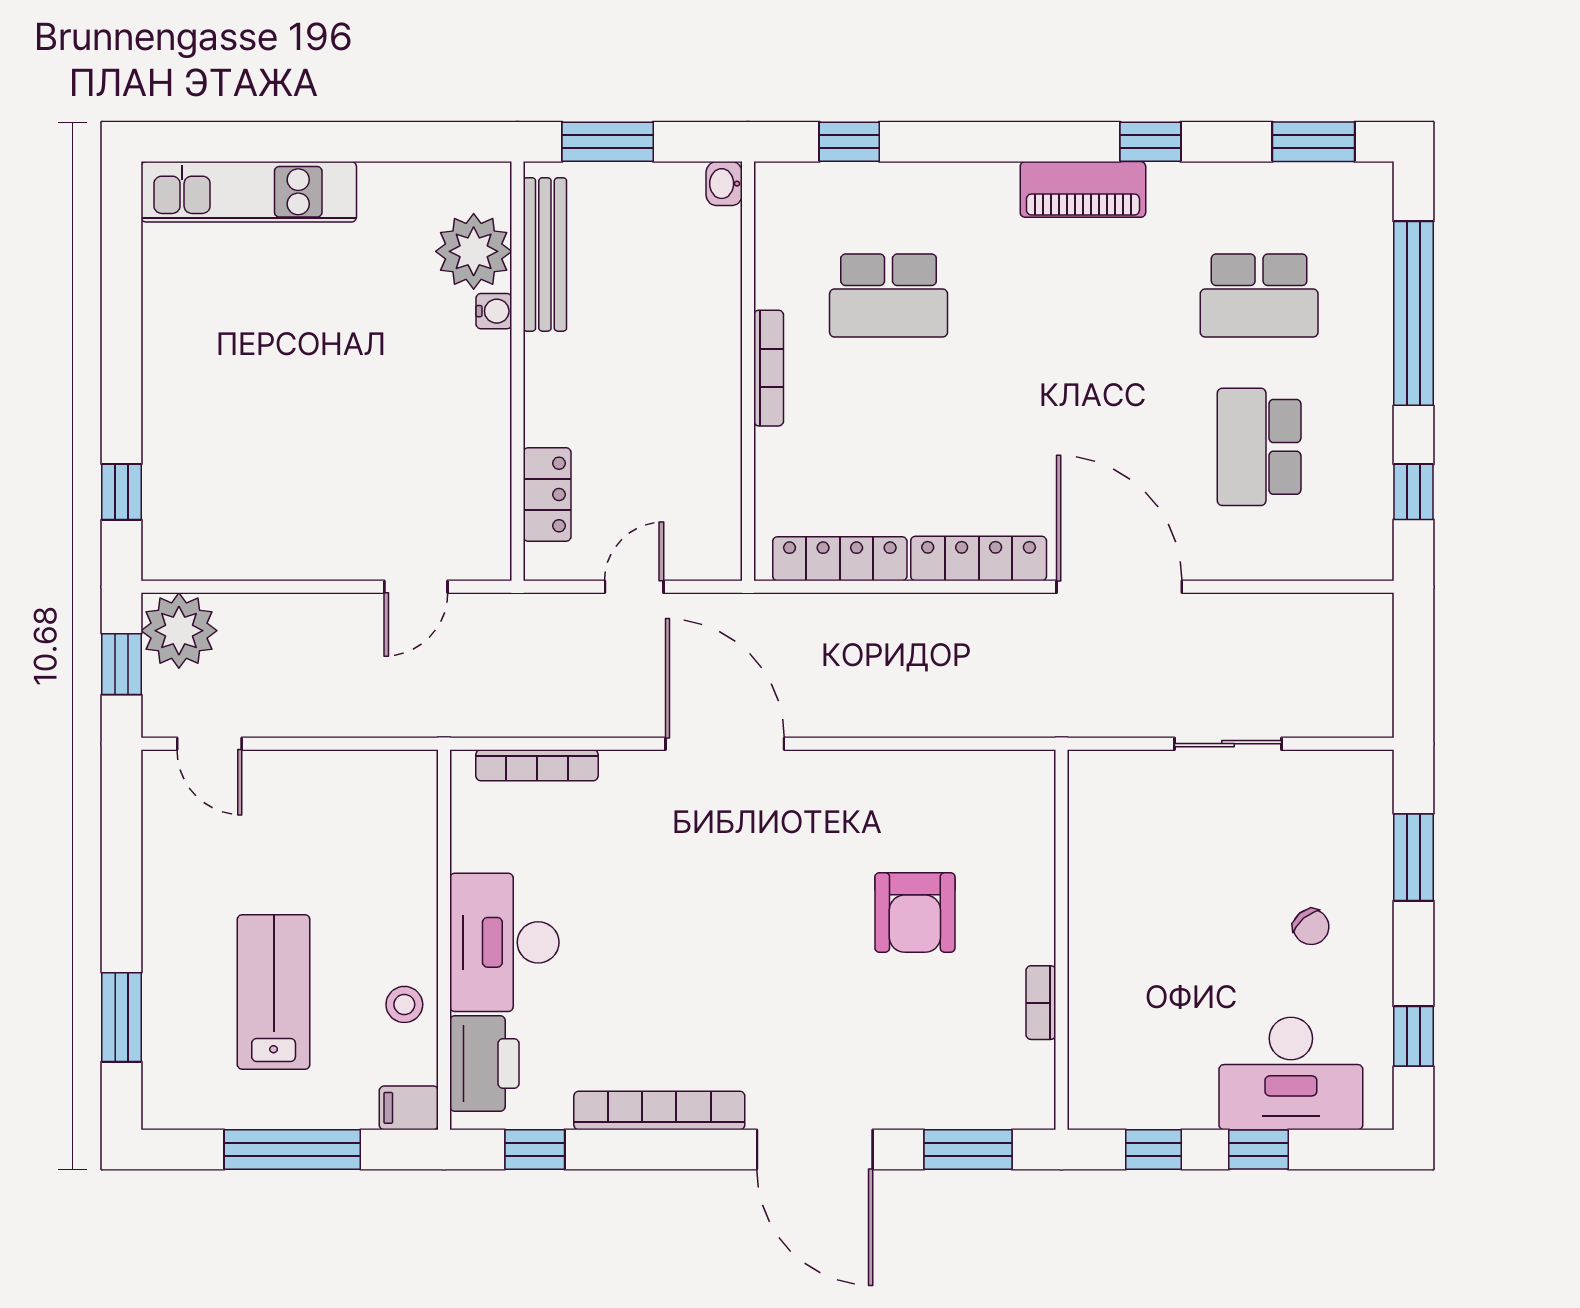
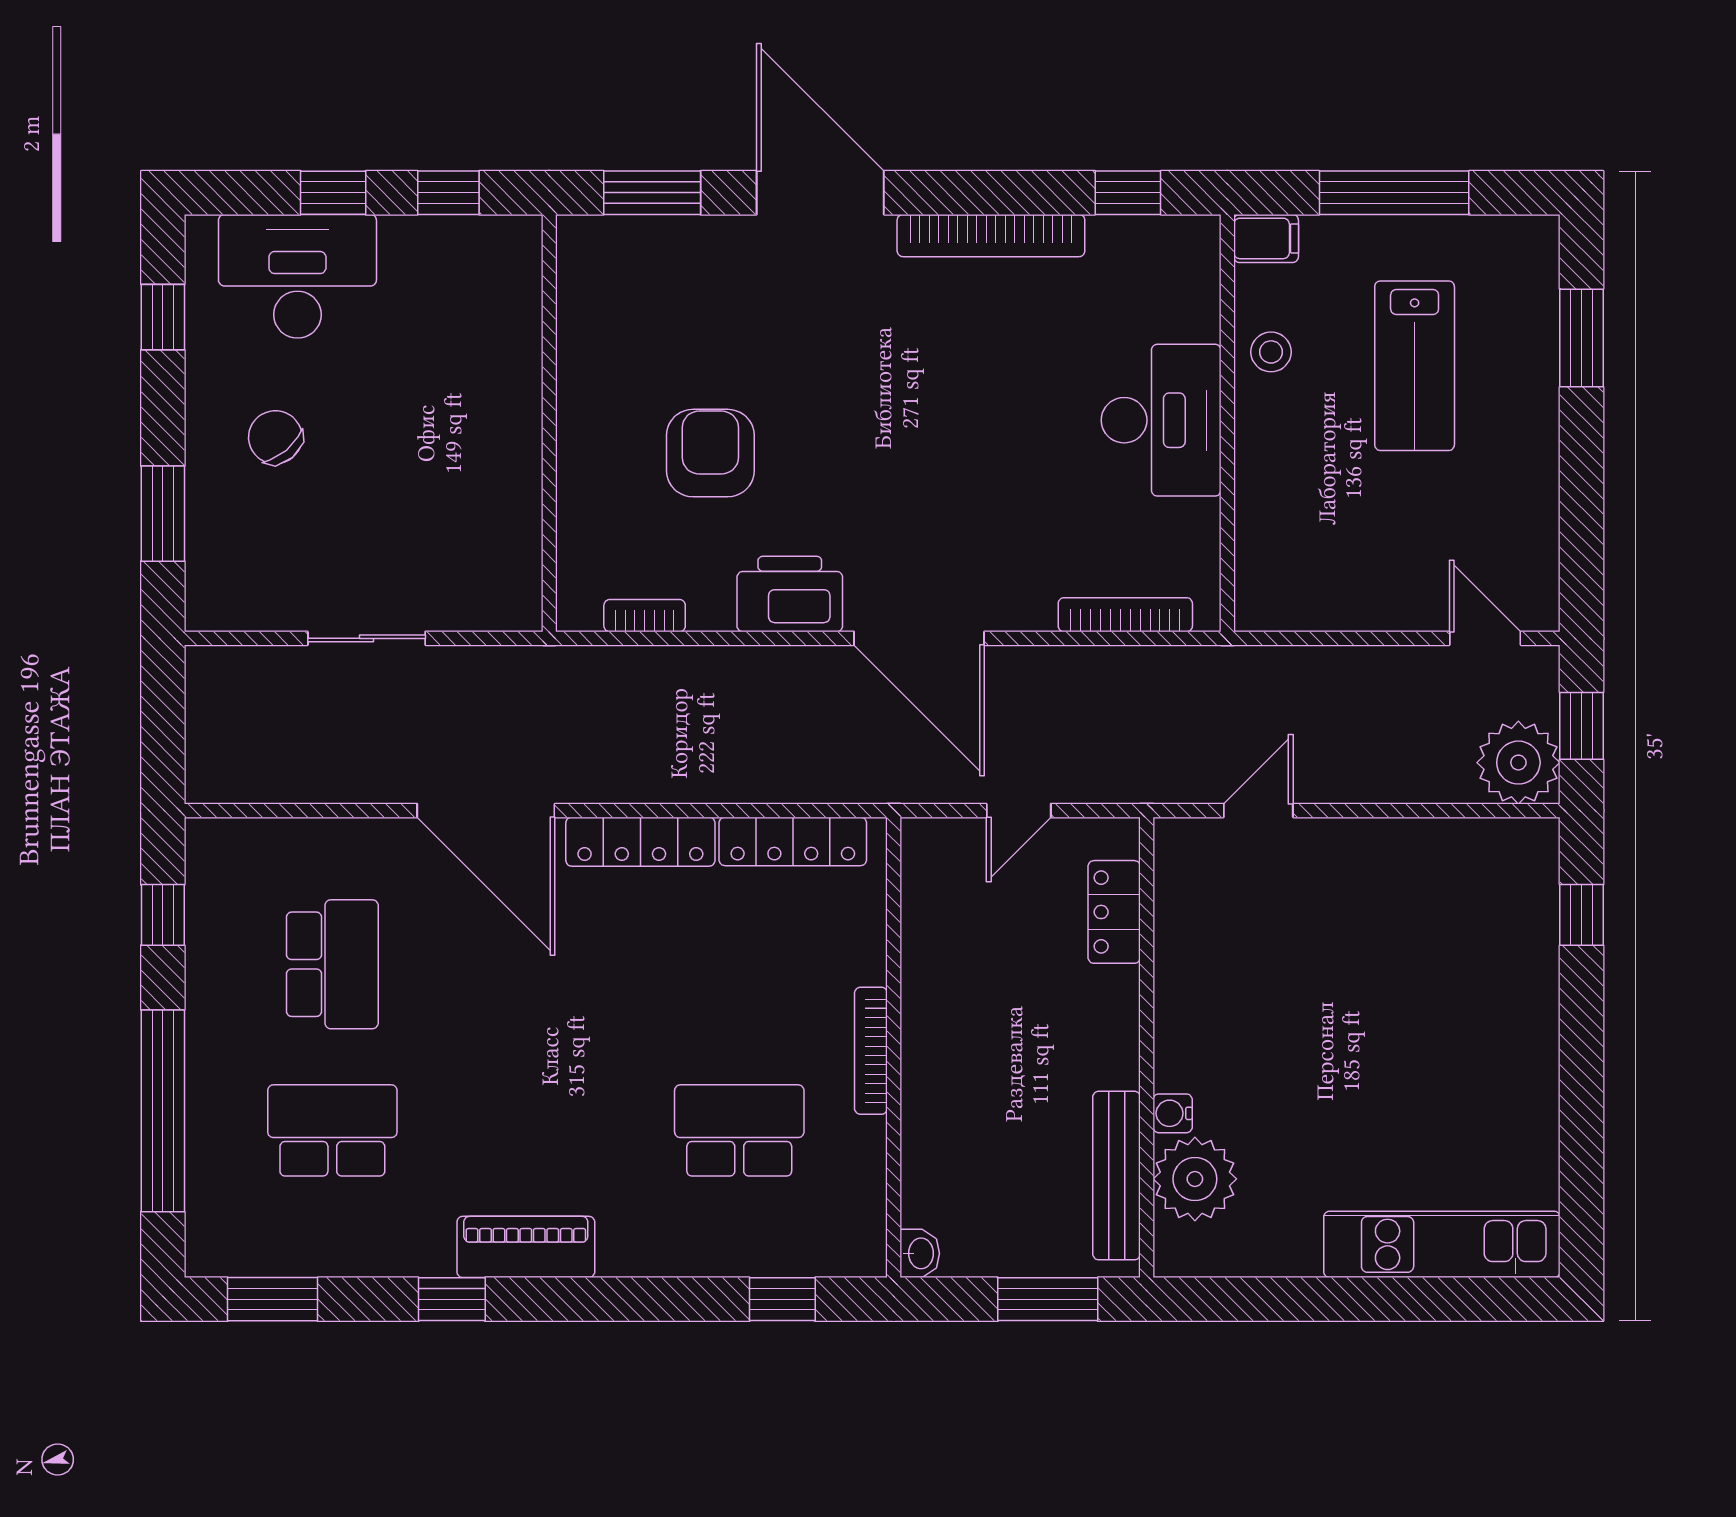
chair: (1311, 927) -> (275, 437), width x1.37, depth x1.37
bookcase: (1041, 1003) -> (645, 616), moved, turned -90
printer: (484, 1063) -> (790, 594), moved, turned 90

